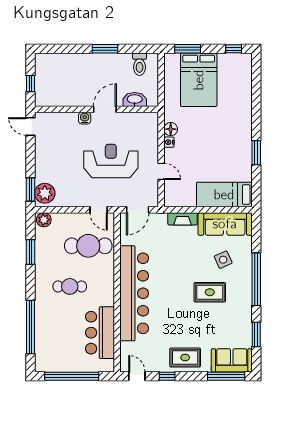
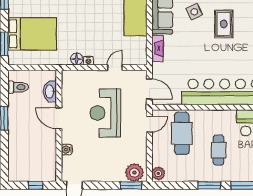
water cooler: (85, 118) -> (67, 150), moved
window: (31, 252) -> (209, 185), moved

